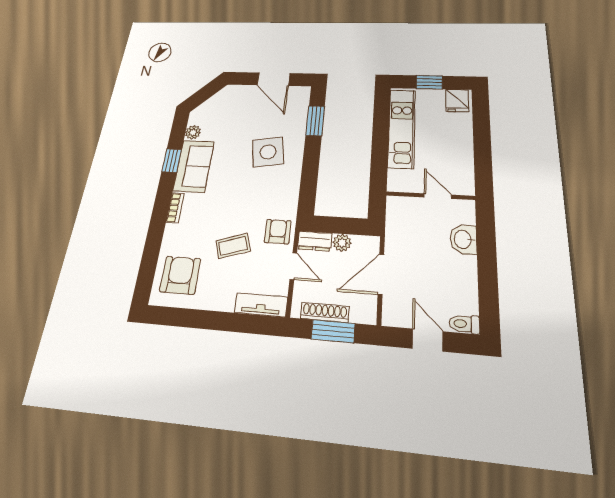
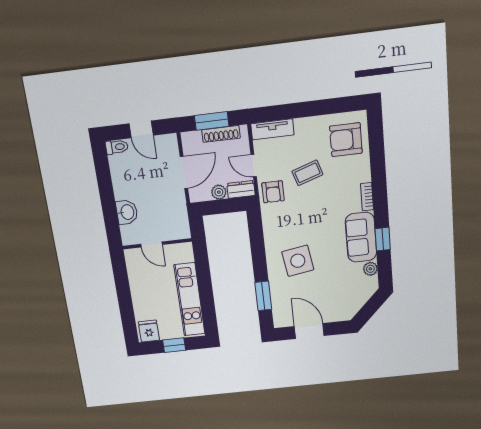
armchair: (180, 275) -> (346, 140), turned 90

